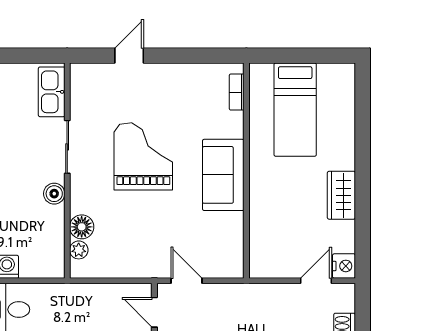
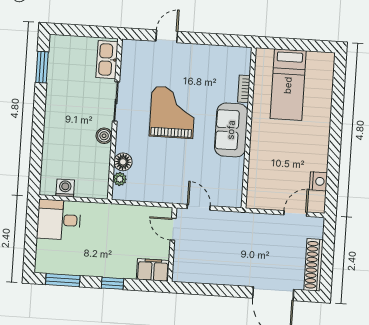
bookcase: (237, 92) -> (244, 89), moved
wardrobe: (341, 195) -> (318, 151), removed
nightstand: (344, 266) -> (318, 181), moved

